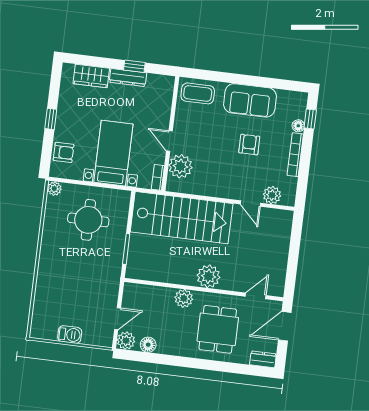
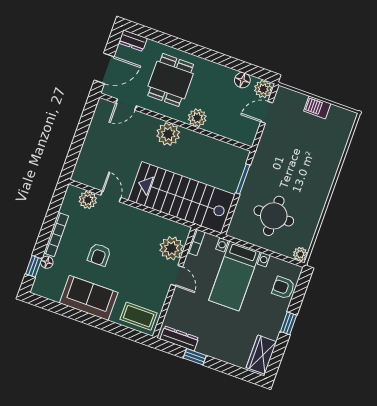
wardrobe: (91, 76) -> (261, 355), moved, turned -90
dresser: (128, 78) -> (179, 338), moved

